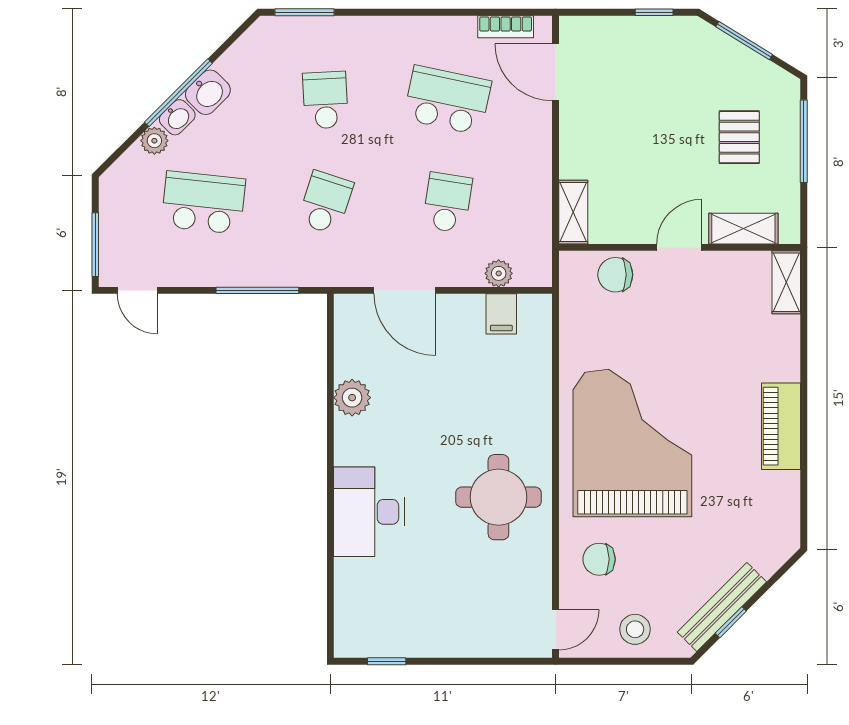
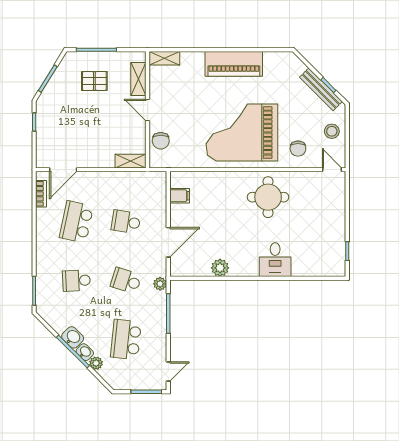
plant: (499, 273) -> (160, 284), moved
piano: (781, 426) -> (234, 64), width x1.37, depth x1.33
desk: (369, 512) -> (275, 260), width x0.73

